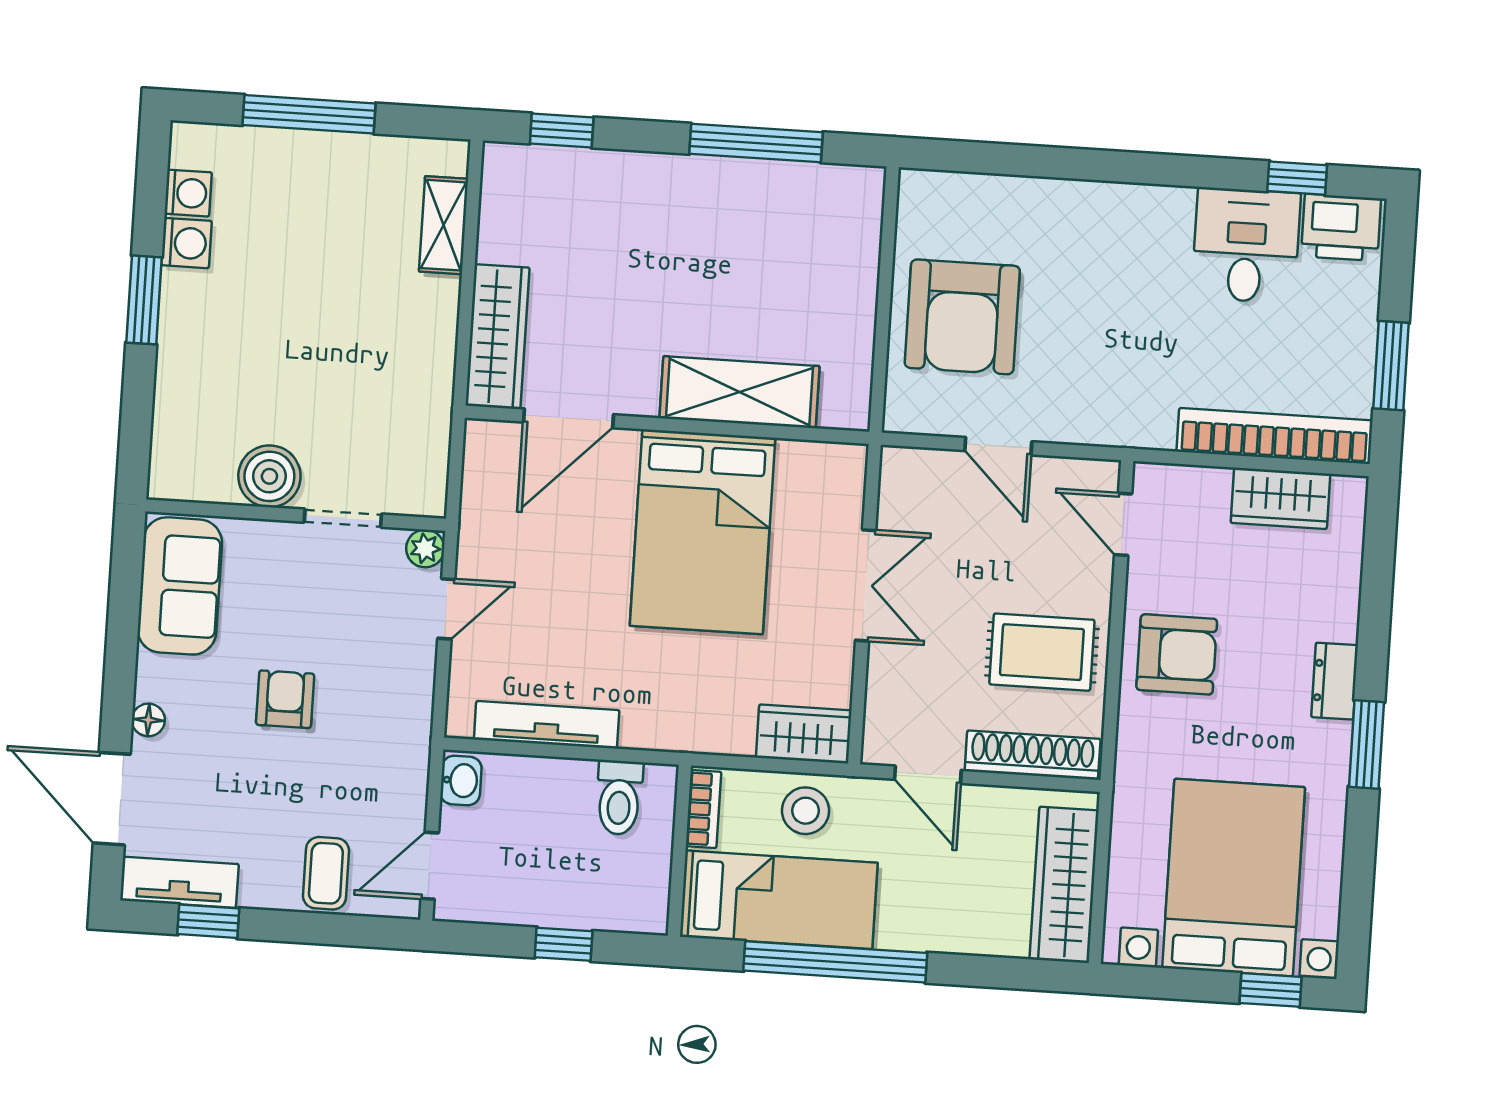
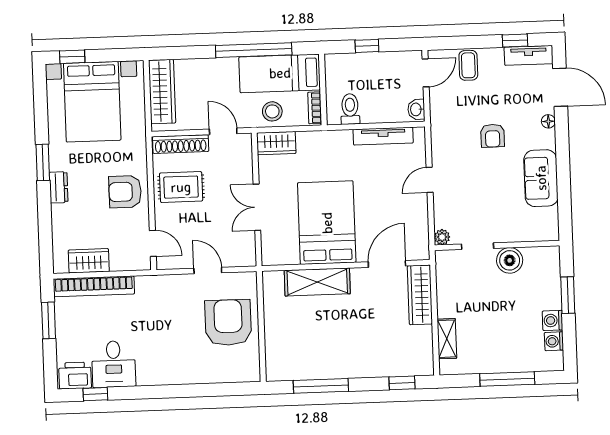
boiler: (269, 476) -> (510, 260), moved
wall: (296, 515) -> (497, 245), moved
doorway: (343, 518) -> (477, 246), moved
plant: (425, 548) -> (442, 237), moved

